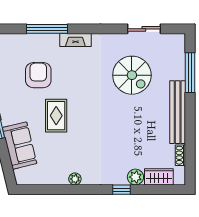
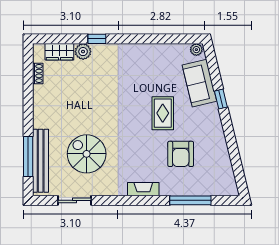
window: (47, 29) -> (190, 200), moved
bench: (178, 112) -> (41, 161), moved
plant: (75, 179) -> (196, 50), moved

